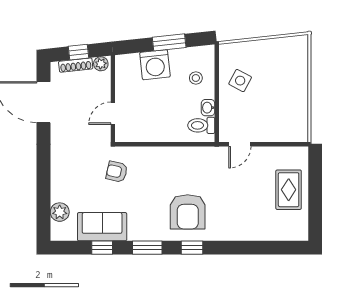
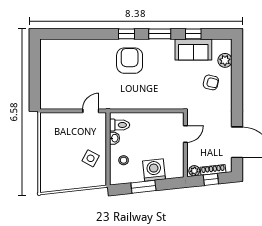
armchair: (117, 172) -> (211, 82), moved
rug: (289, 190) -> (55, 77), removed

